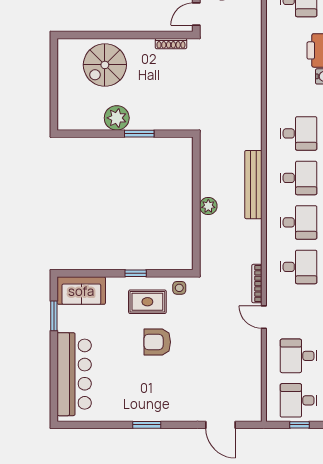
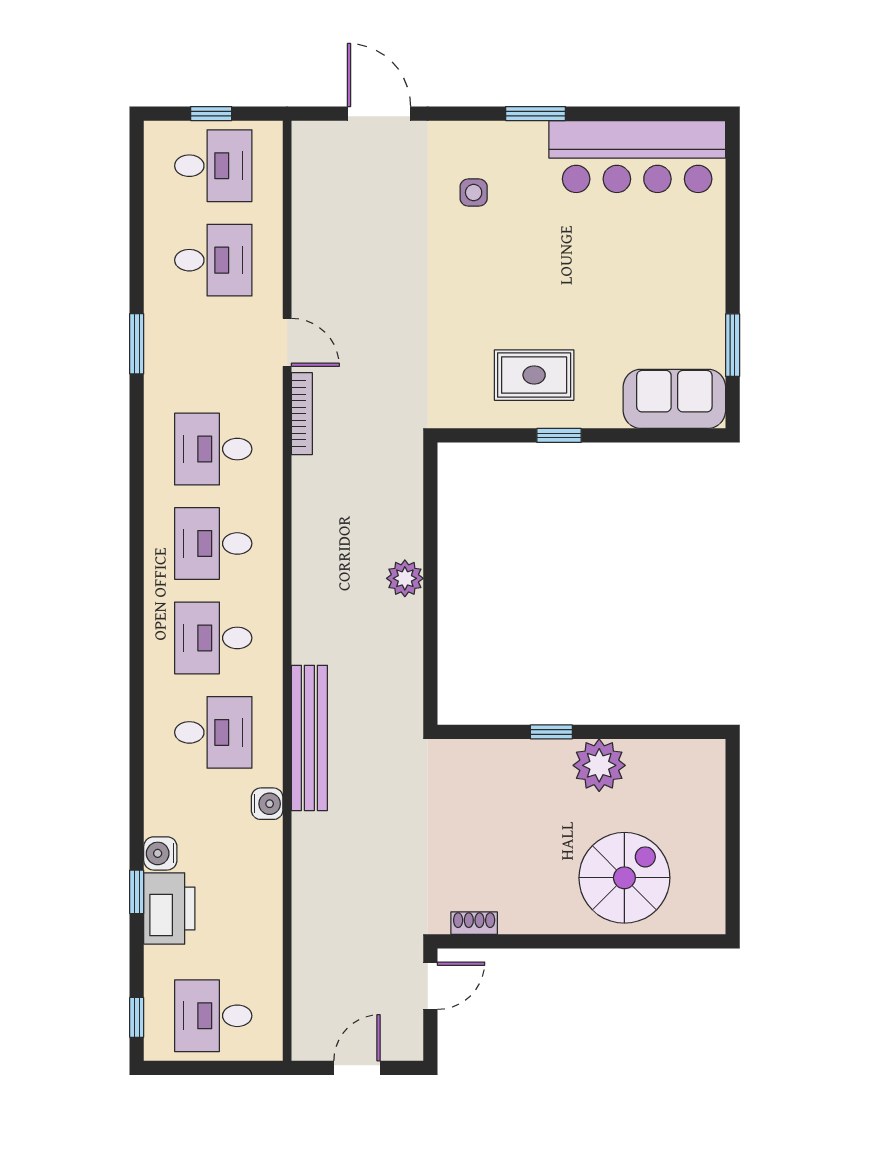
shoe rack: (171, 44) -> (474, 923), width x0.70
water cooler: (273, 100) -> (267, 804), added
desk: (299, 133) -> (213, 732), turned 180
window: (139, 134) -> (551, 732), width x0.67
bench: (253, 185) -> (309, 738), moved
side table: (179, 288) -> (474, 193), moved
armchair: (157, 342) -> (513, 290), removed
bar counter: (74, 374) -> (637, 157), moved, turned -90

